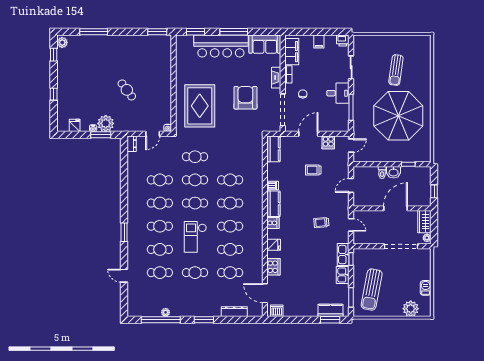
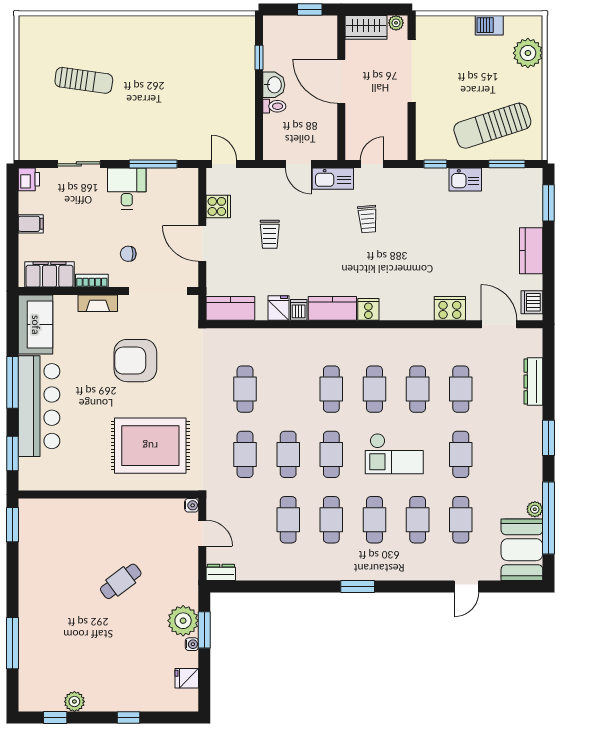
plant: (62, 42) -> (74, 702), moved
parasol: (398, 116) -> (169, 76), removed
cafe table: (230, 180) -> (245, 389), moved
window: (124, 232) -> (358, 586), moved
fridge: (274, 245) -> (279, 308), moved
kitchen sink: (343, 255) -> (333, 179), moved
sun lounger: (372, 290) -> (492, 126), turned 151
door: (265, 293) -> (499, 324), swing flipped
booth: (144, 305) -> (522, 550), added
kitchen counter: (331, 310) -> (531, 251), moved

